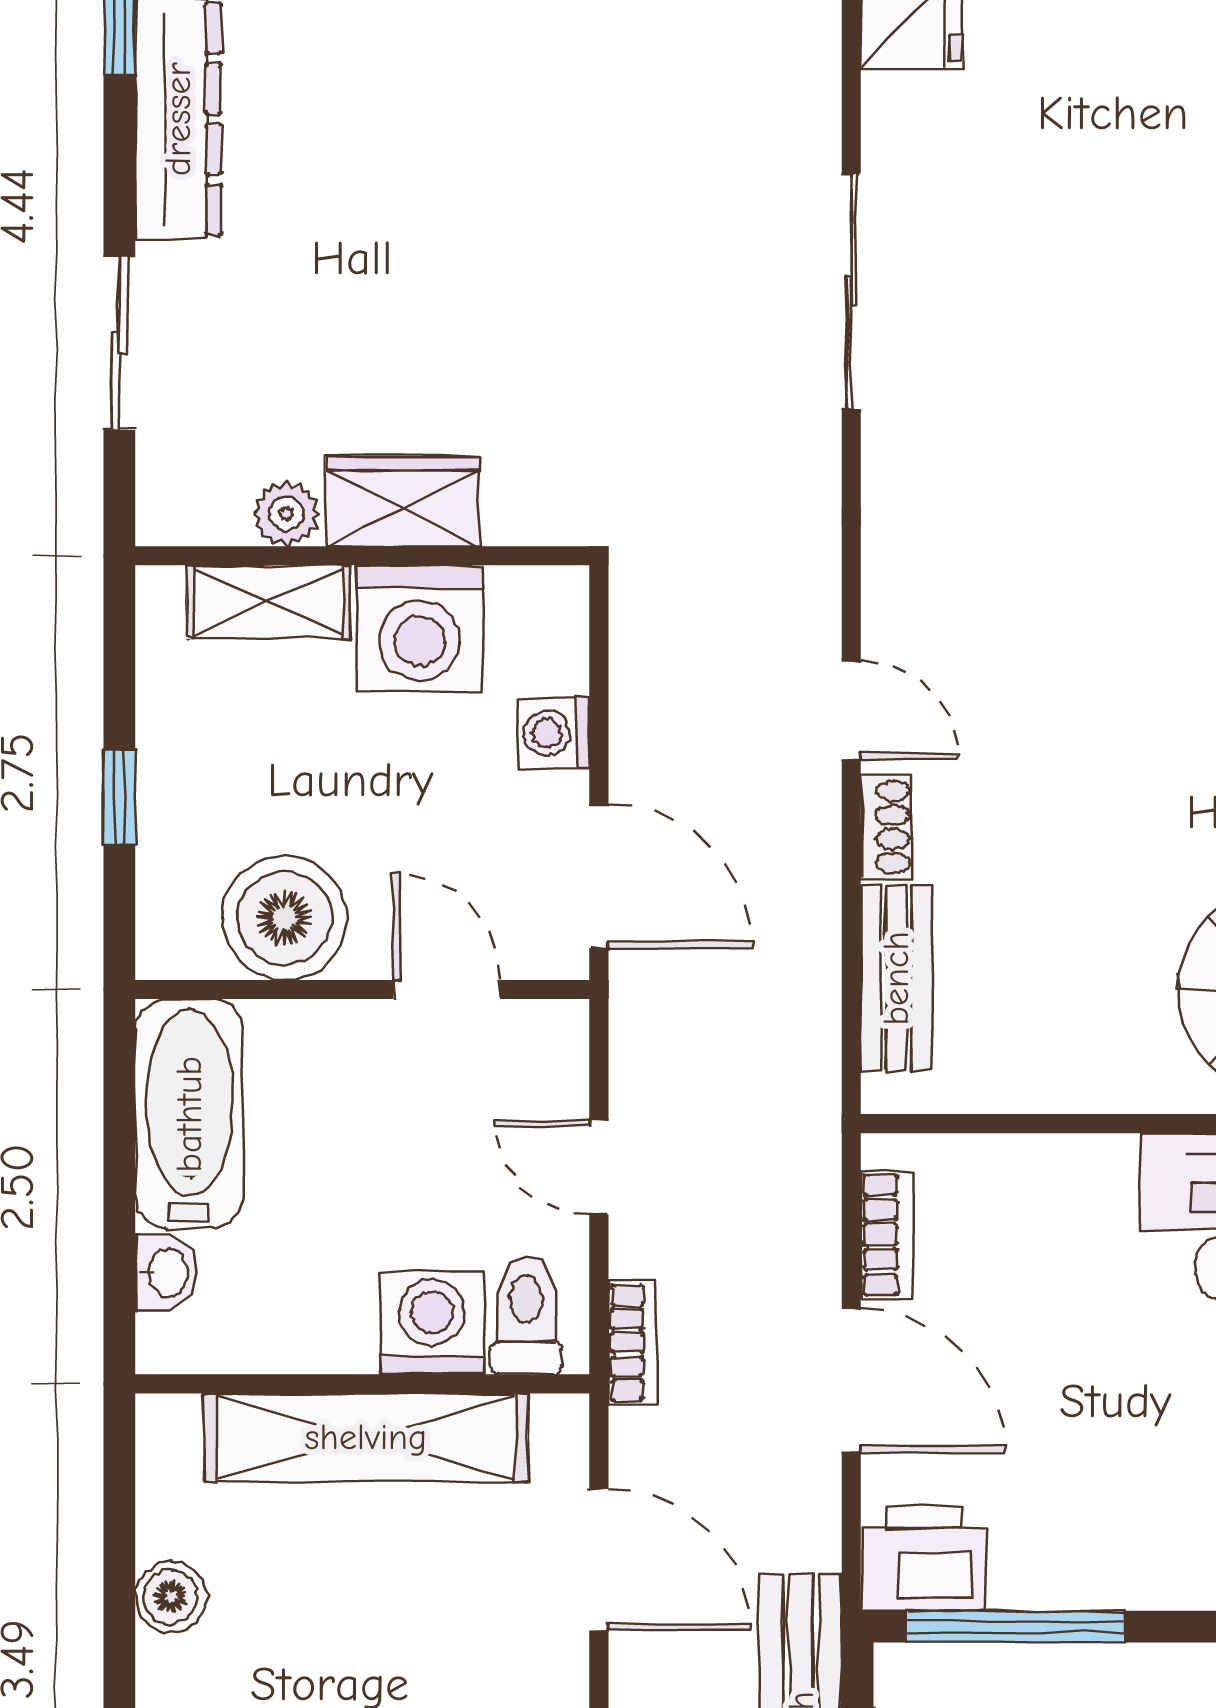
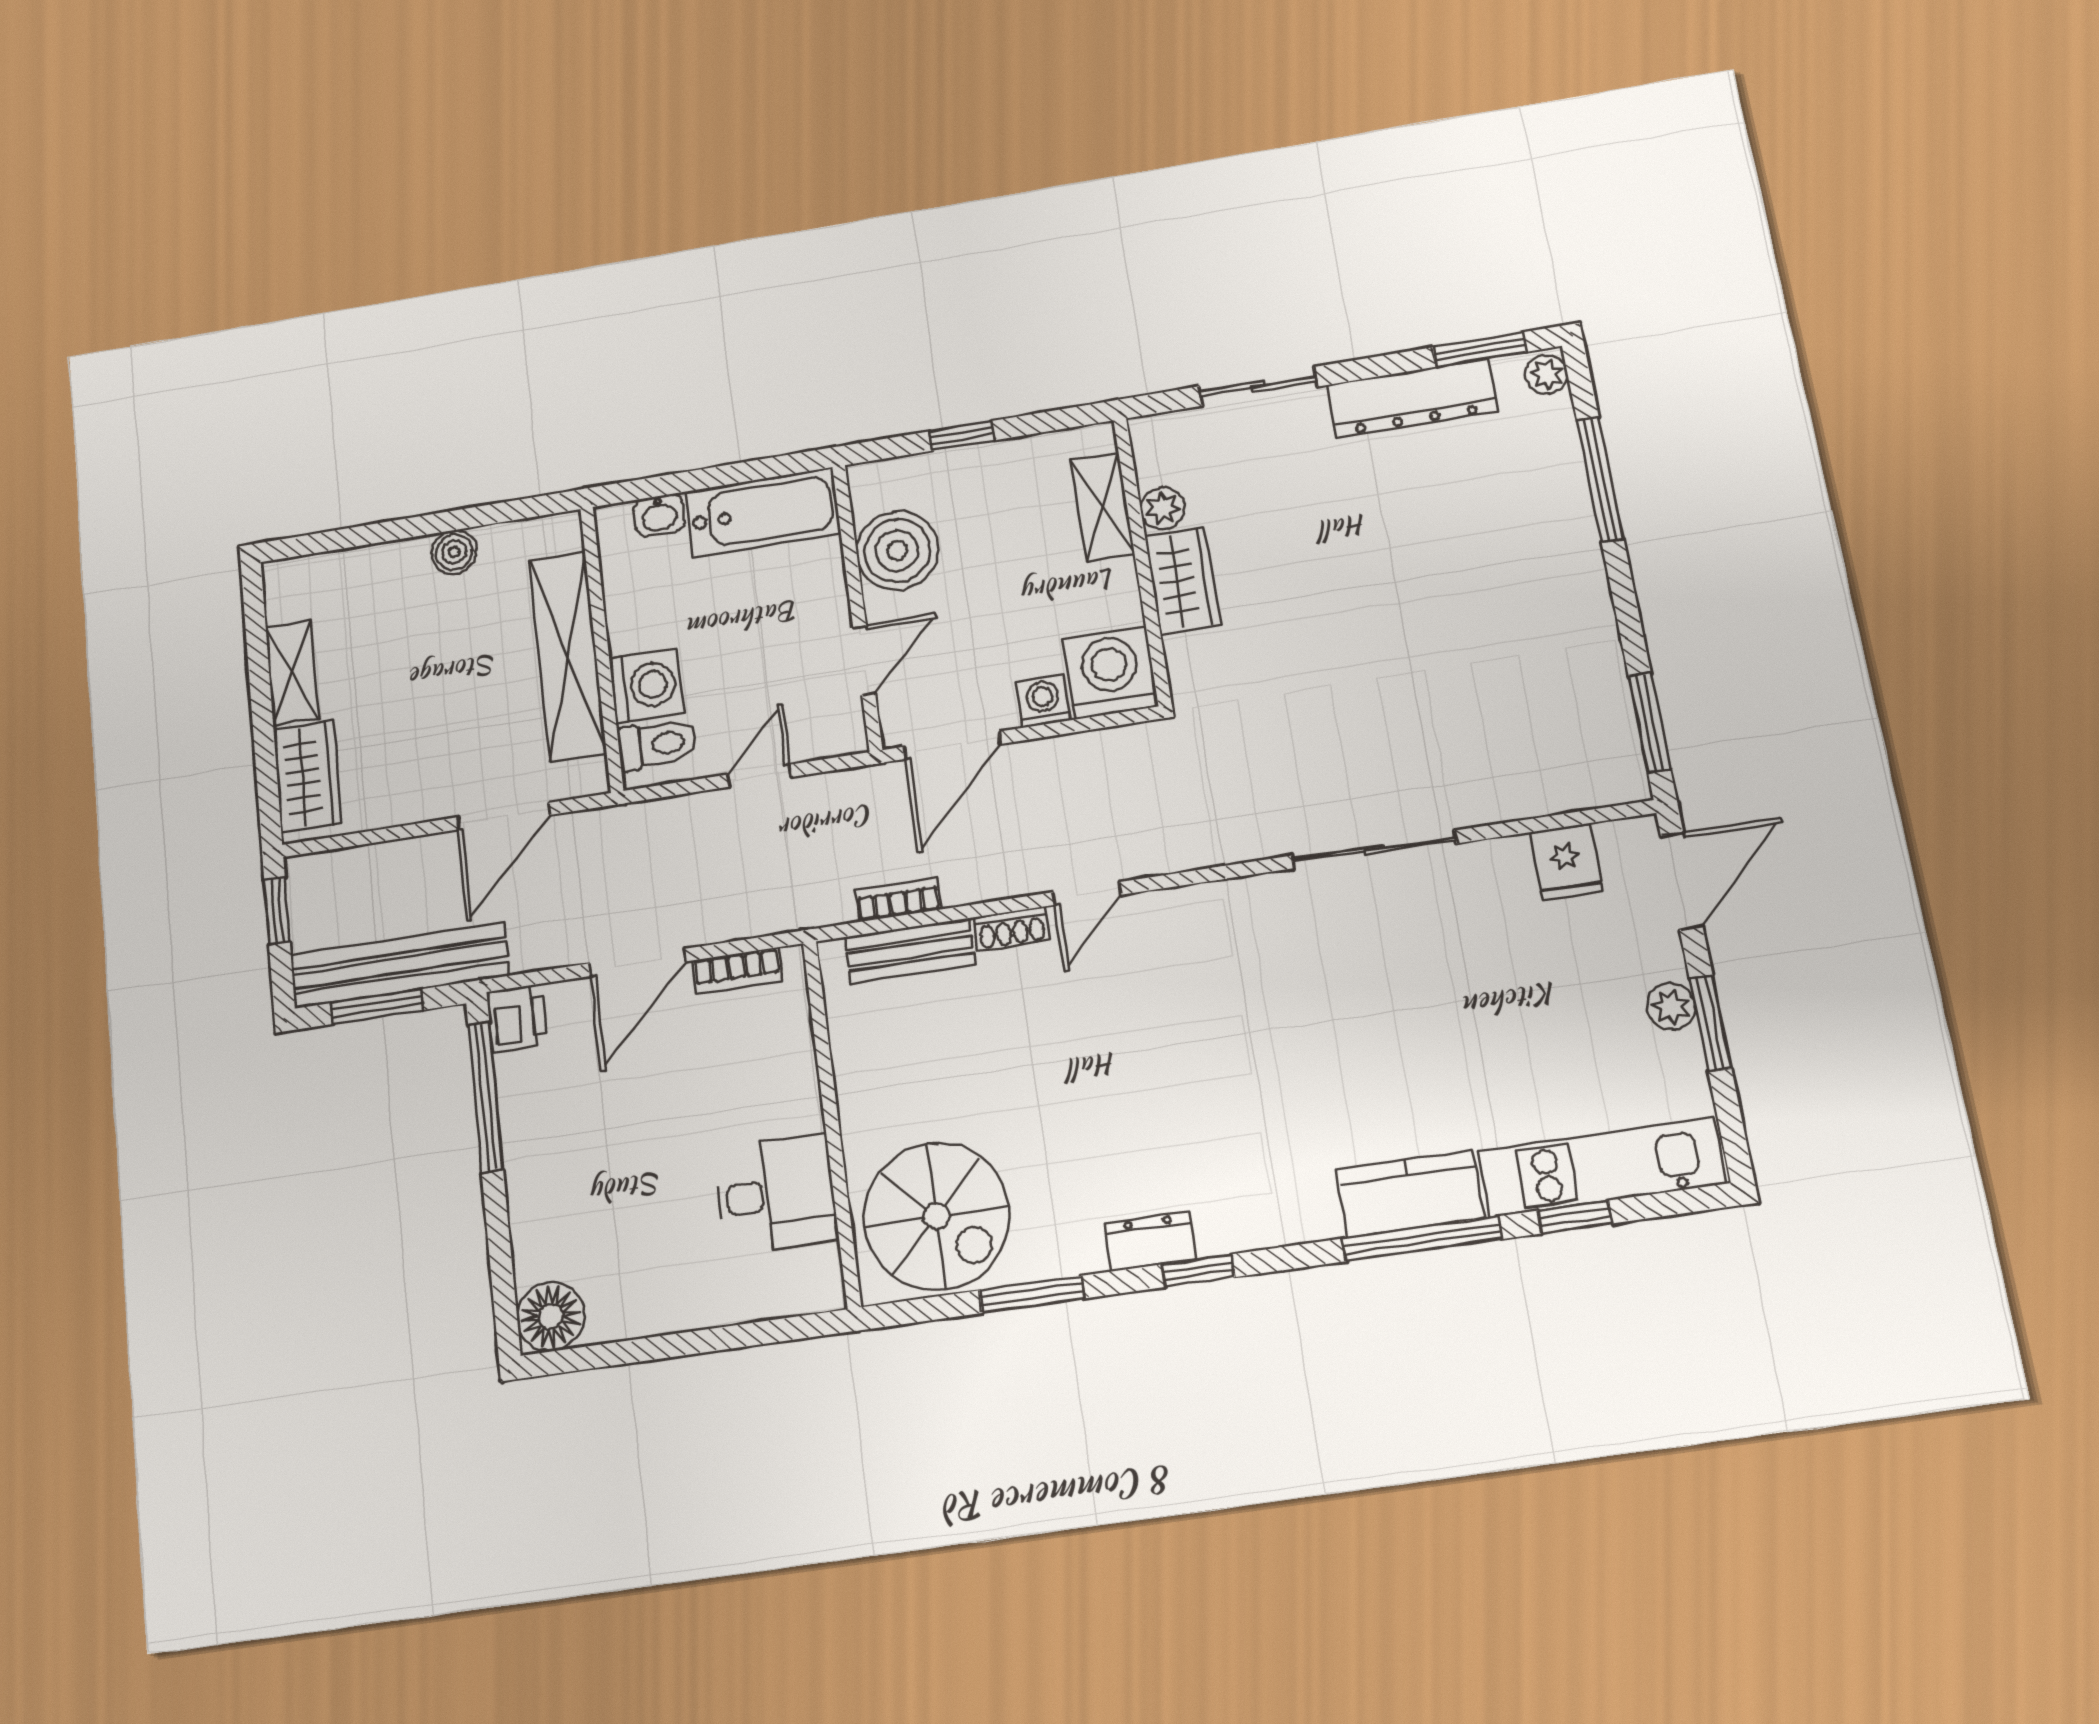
washing machine: (419, 628) -> (1110, 672), moved, turned 90
bookcase: (633, 1343) -> (898, 899), moved, turned 180
printer: (924, 1559) -> (517, 1018), width x0.73, depth x0.81

